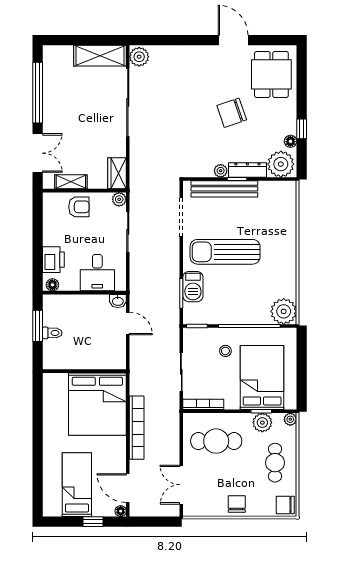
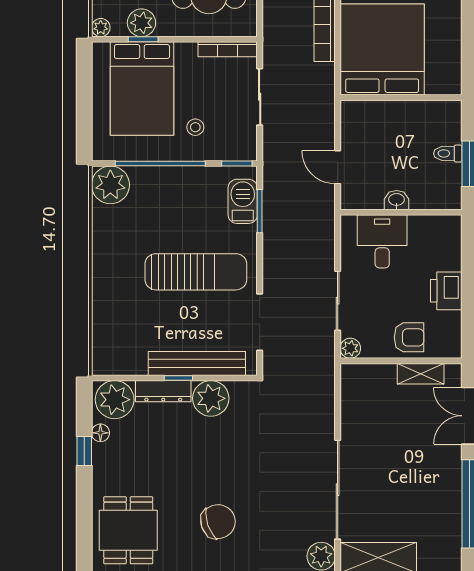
chair: (232, 113) -> (218, 522), moved
plant: (221, 171) -> (211, 398), width x1.87, depth x1.87
wardrobe: (117, 173) -> (353, 386), removed
armchair: (79, 207) -> (409, 337), turned 180
printer: (53, 260) -> (446, 291), moved
floor lamp: (52, 285) -> (448, 224), removed
barbecue: (193, 287) -> (243, 201), moved
washbasin: (118, 301) -> (397, 200), moved

